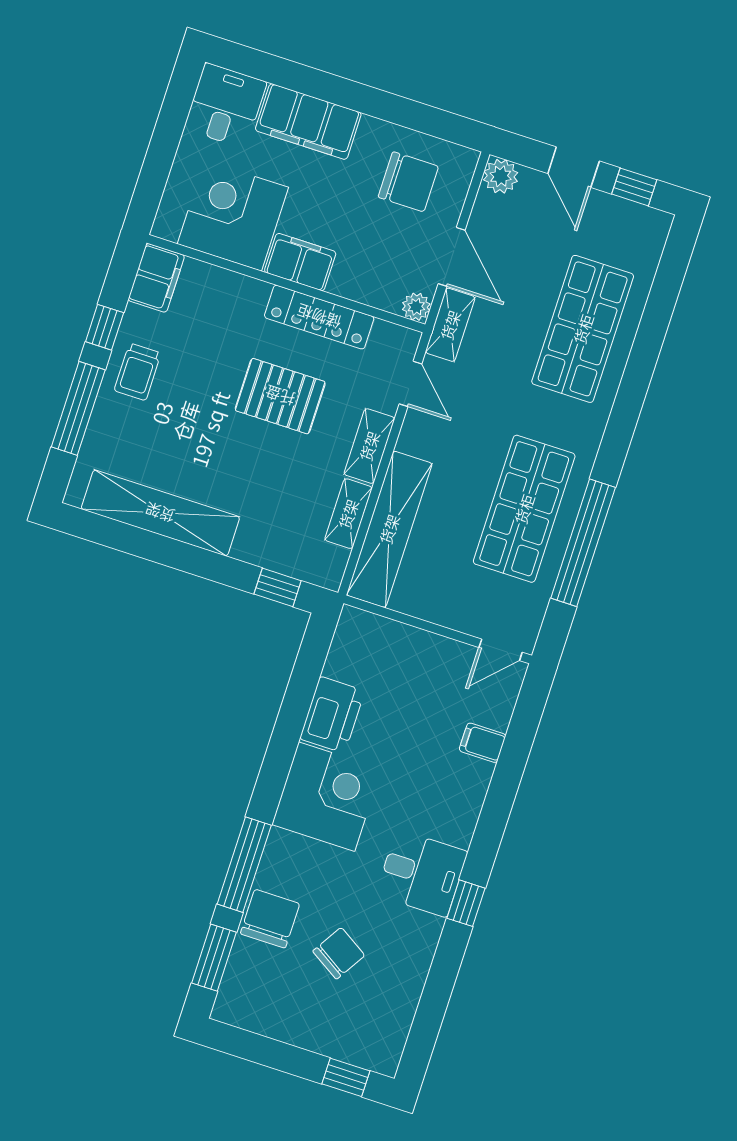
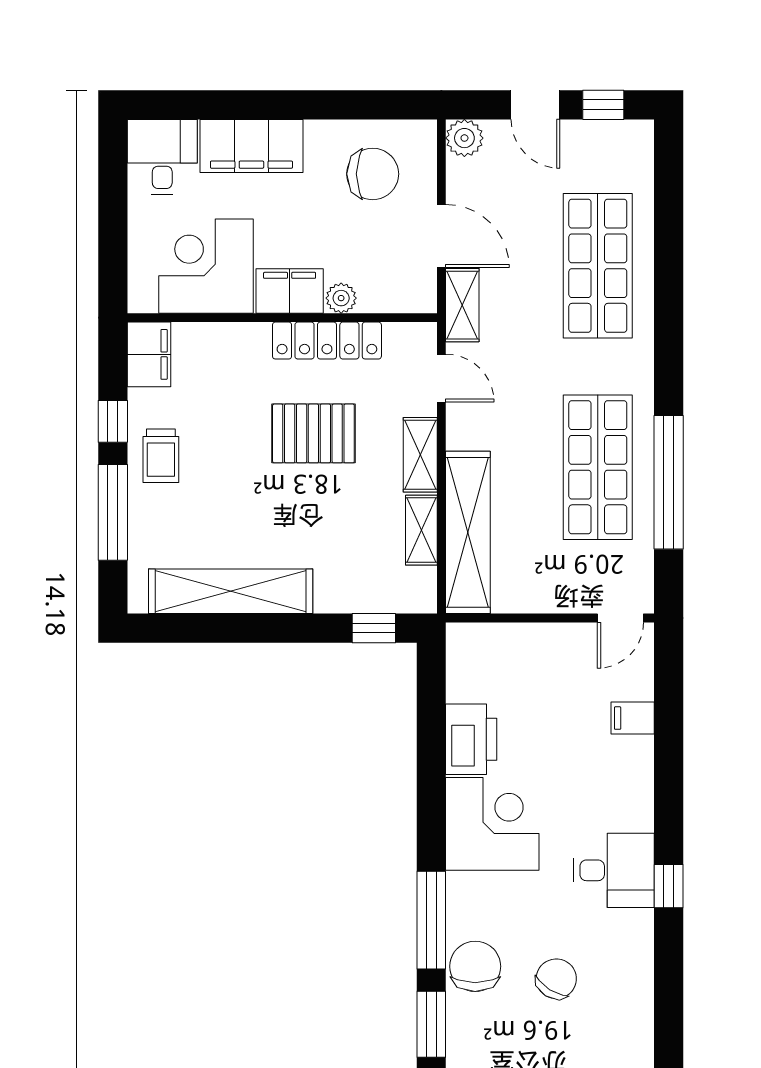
plant: (416, 307) -> (341, 298), moved

